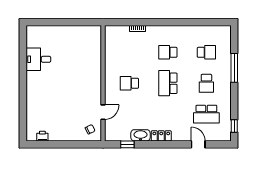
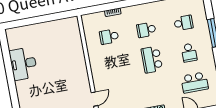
desk: (38, 59) -> (23, 64), width x1.37
school desk: (129, 83) -> (109, 37), moved

